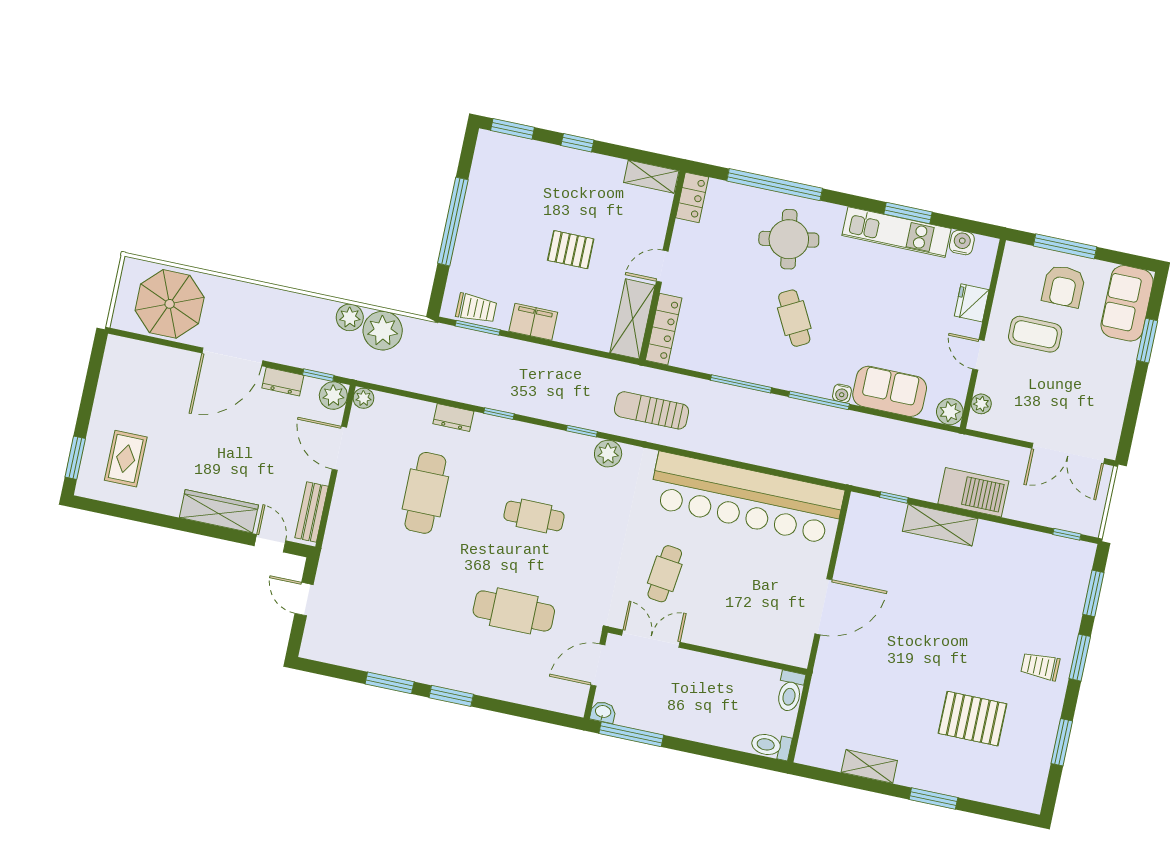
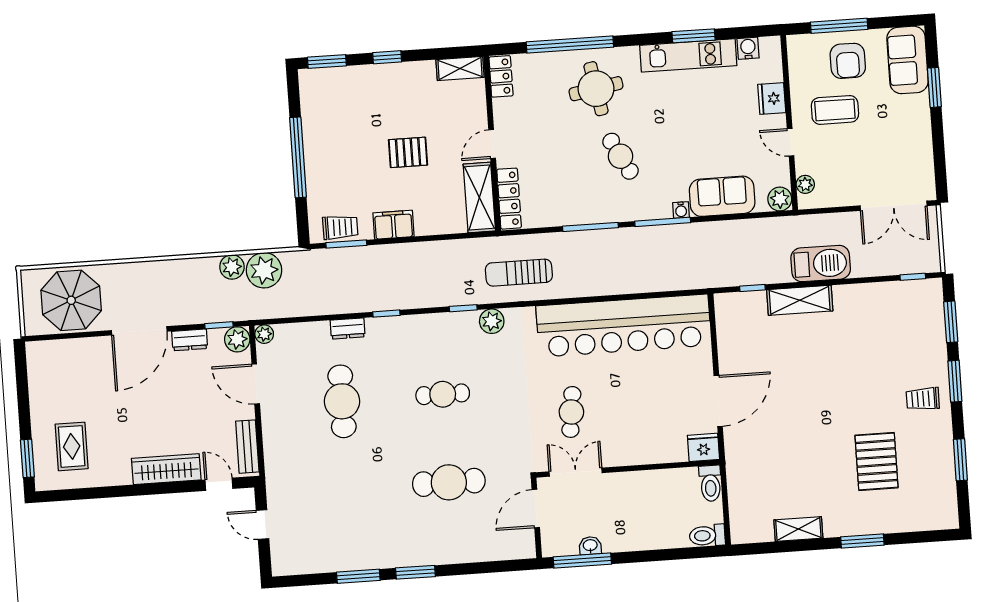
fridge: (794, 651) -> (703, 447), added
washbasin: (603, 712) -> (590, 546), moved
pallet: (972, 719) -> (877, 461), turned 90

